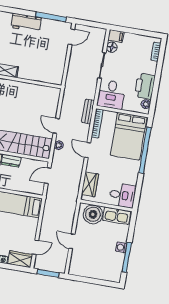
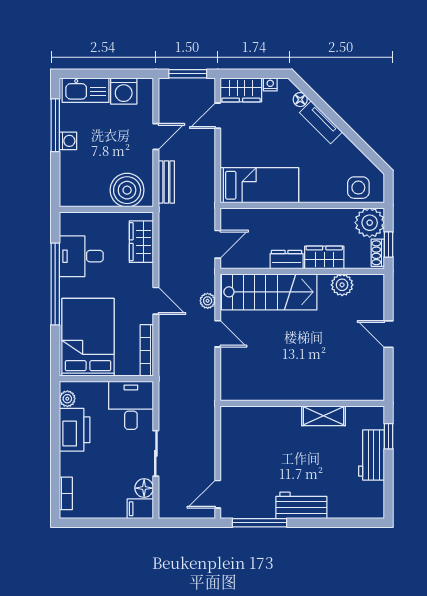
bench: (88, 112) -> (166, 182), moved
window: (145, 150) -> (55, 284), moved
desk: (122, 195) -> (81, 256), moved
kitchen sink: (117, 216) -> (86, 90), moved, turned 180
door: (72, 241) -> (156, 137), hinge flipped
washing machine: (85, 270) -> (124, 91), added

